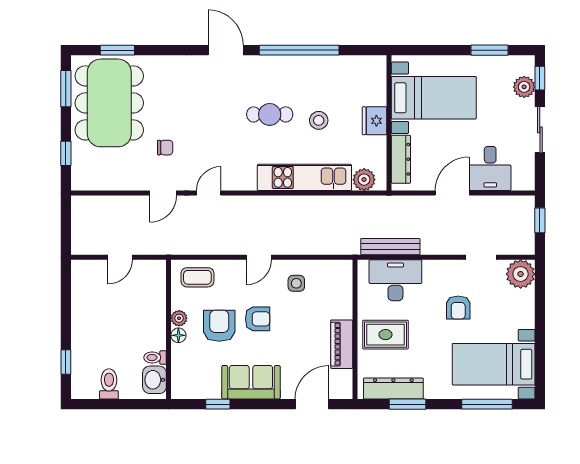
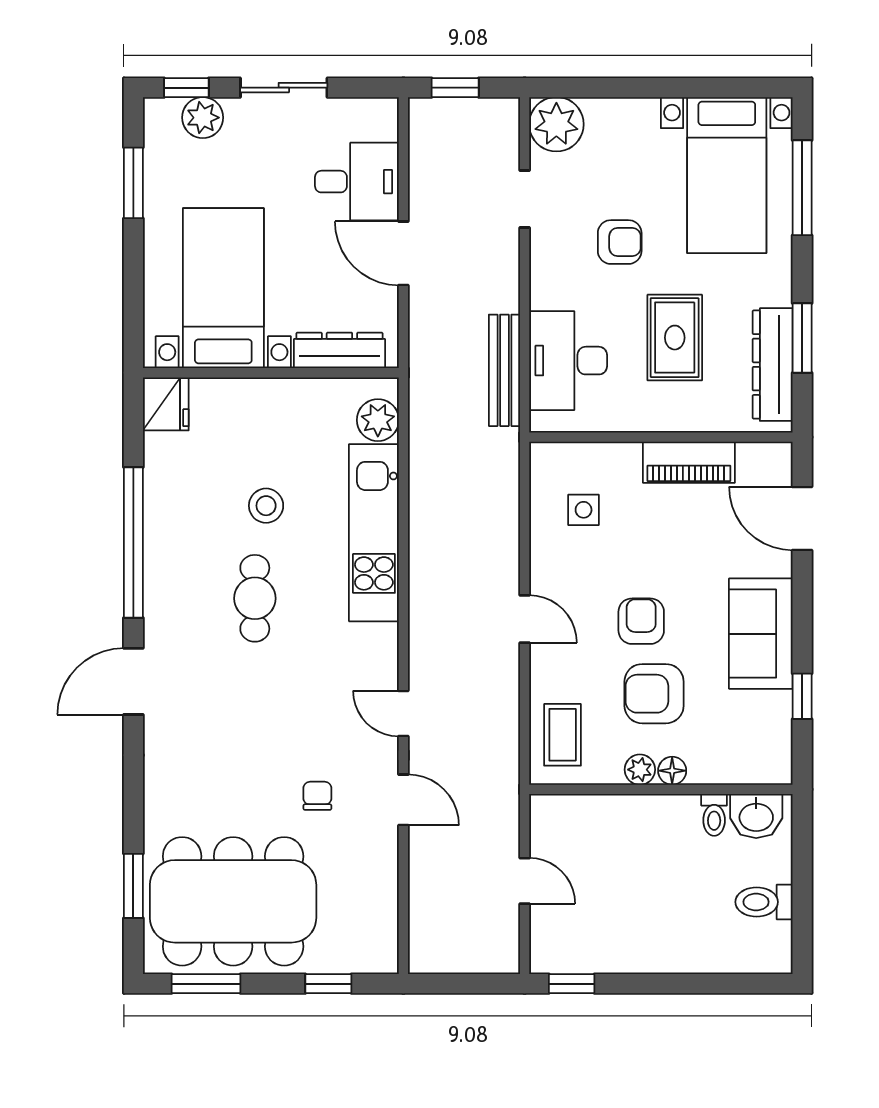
fridge: (375, 121) -> (166, 404), moved, turned -90
side table: (296, 283) -> (584, 510), moved
rug: (385, 335) -> (675, 338), moved
window: (66, 362) -> (572, 984), moved

